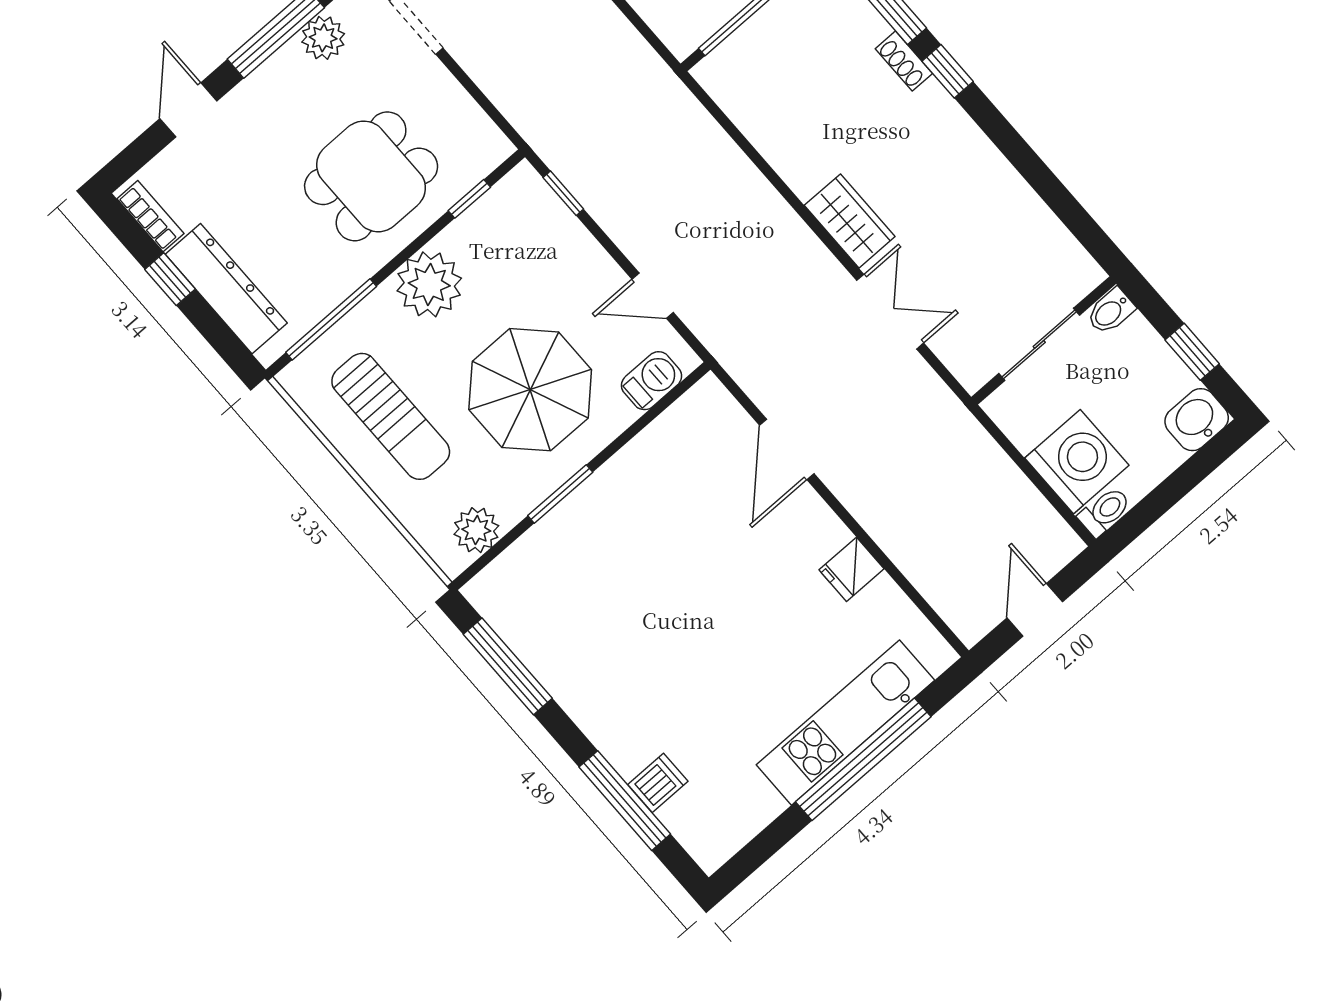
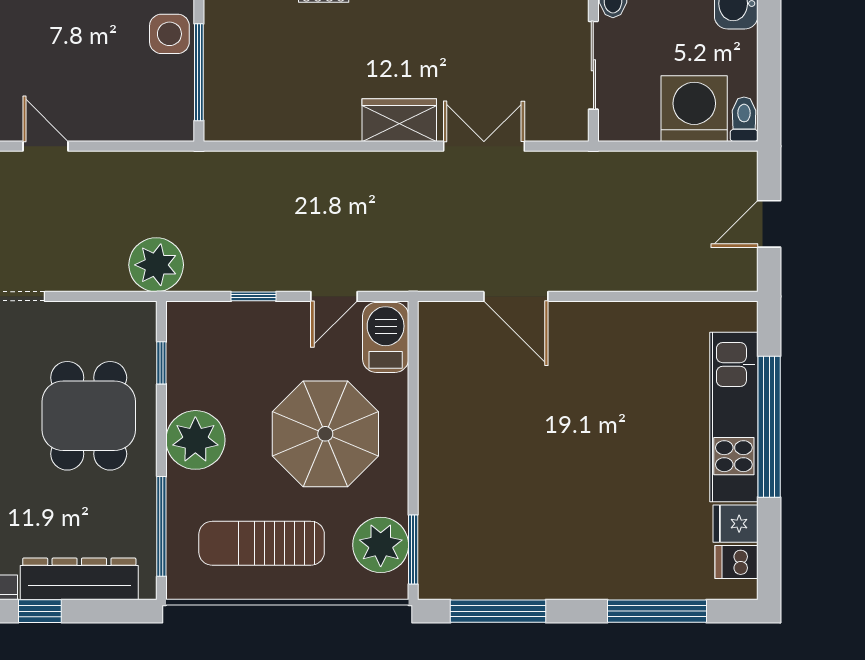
plant: (548, 122) -> (156, 265), added
window: (563, 193) -> (253, 296), moved
barbecue: (652, 381) -> (386, 337), width x1.38, depth x1.27
sun lounger: (391, 416) -> (262, 543), turned 180
window: (560, 494) -> (413, 549), moved
plant: (476, 530) -> (381, 545), width x1.36, depth x1.36
fridge: (852, 569) -> (735, 524), moved, turned 90
door: (1035, 610) -> (769, 224), hinge flipped
dishwasher: (658, 783) -> (736, 562), moved, turned -90

